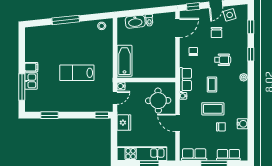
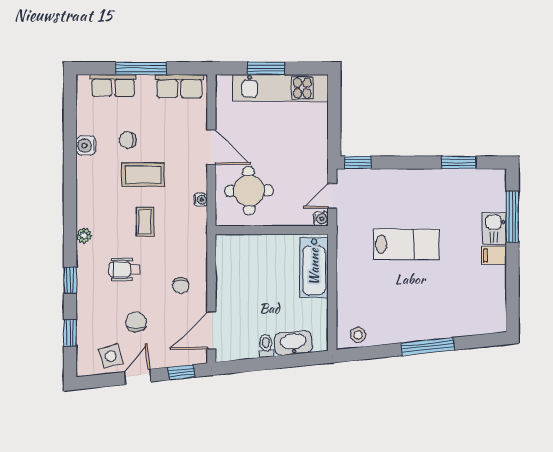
row of seats: (185, 79) -> (196, 231), removed
fridge: (124, 123) -> (315, 148), removed

